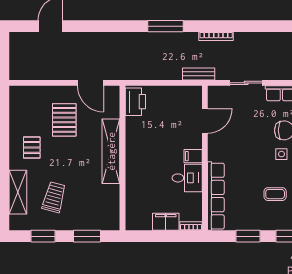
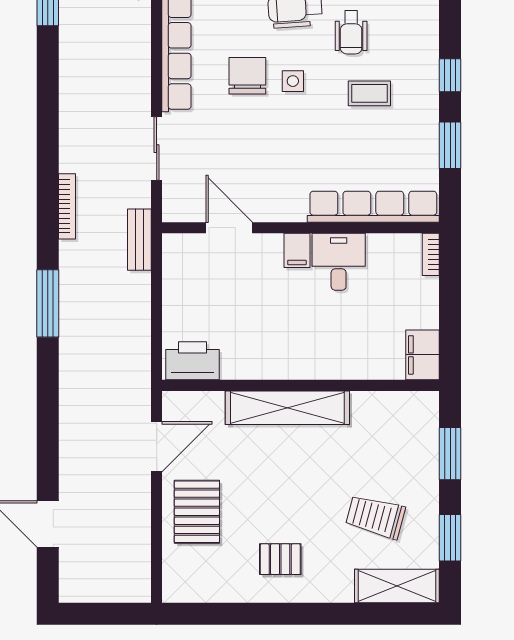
pallet: (64, 120) -> (197, 512), moved, turned 90
shelving: (18, 192) -> (397, 586), moved
coffee table: (275, 194) -> (369, 93), turned 90
filing cabinet: (166, 222) -> (423, 355), moved

